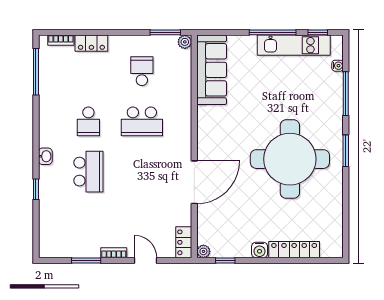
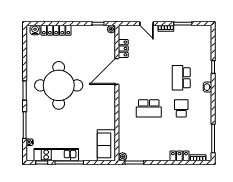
sofa: (212, 70) -> (106, 145), width x0.73
school desk: (142, 71) -> (149, 139), removed
school desk: (142, 121) -> (149, 108), turned 180
locker: (184, 242) -> (123, 48), moved
water cooler: (260, 250) -> (35, 30), moved

